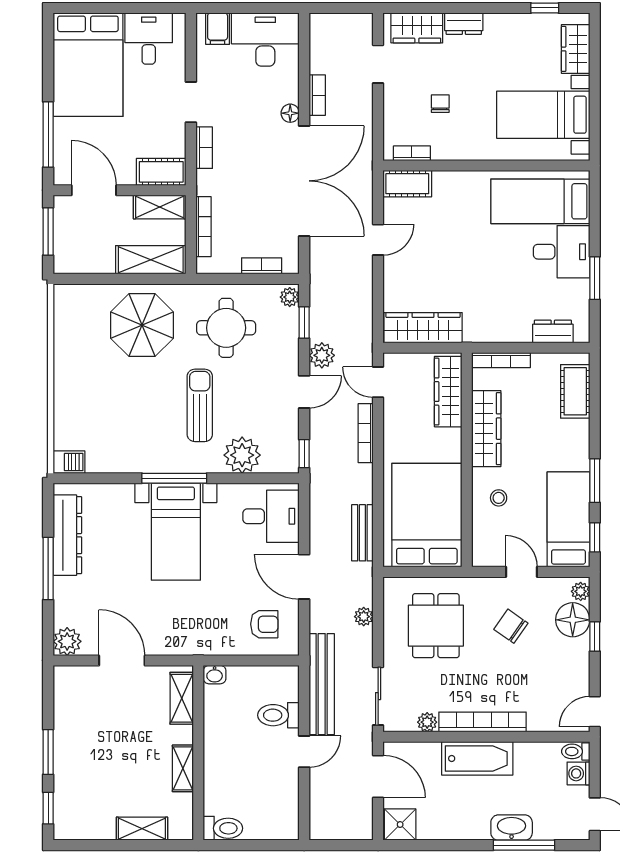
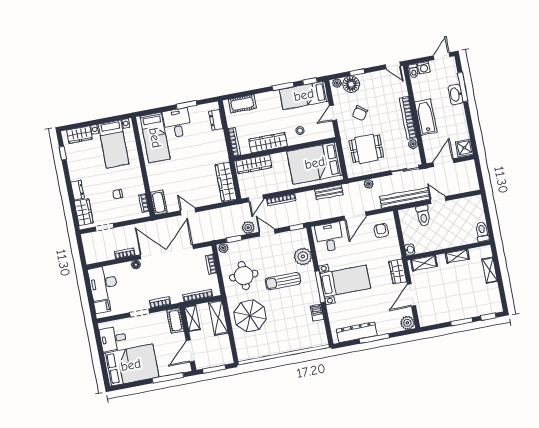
barbecue: (69, 462) -> (317, 313), moved
wardrobe: (175, 642) -> (398, 271), added

